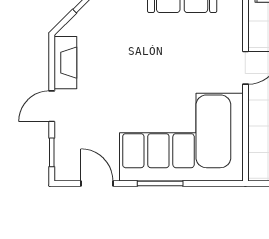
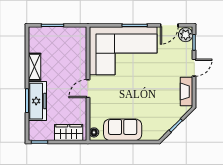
plant: (67, 166) -> (186, 35), added
door: (97, 183) -> (169, 25), hinge flipped

